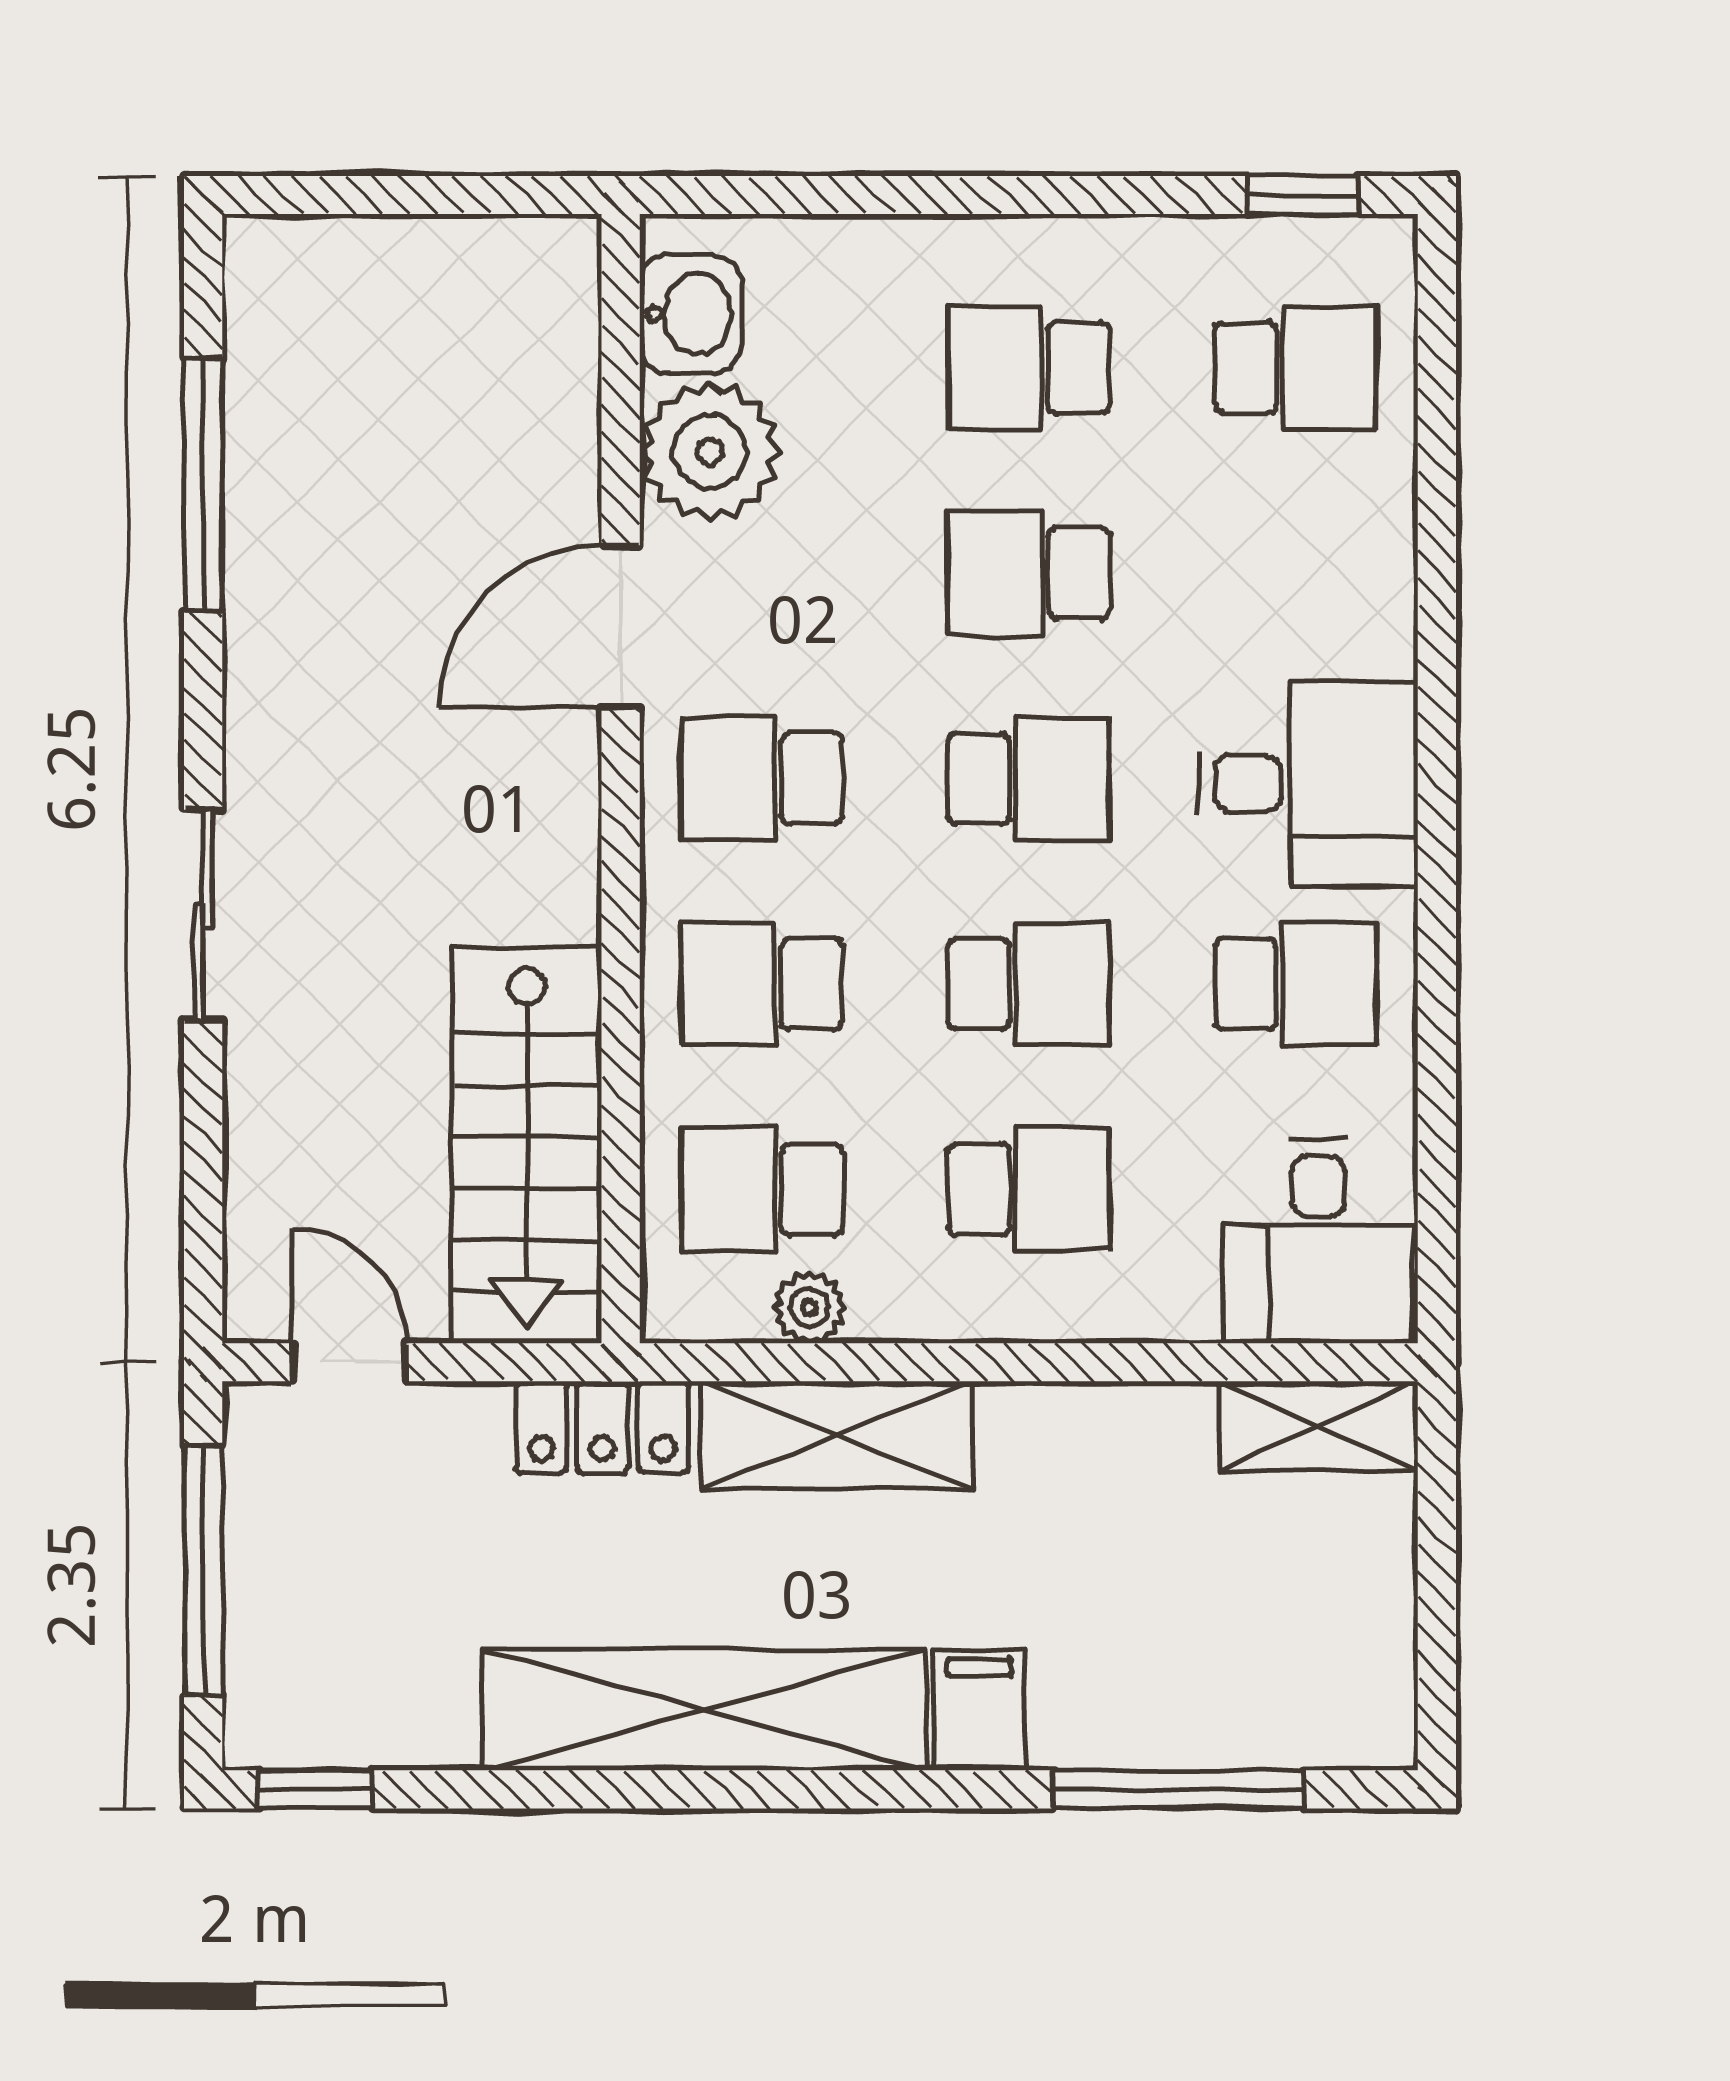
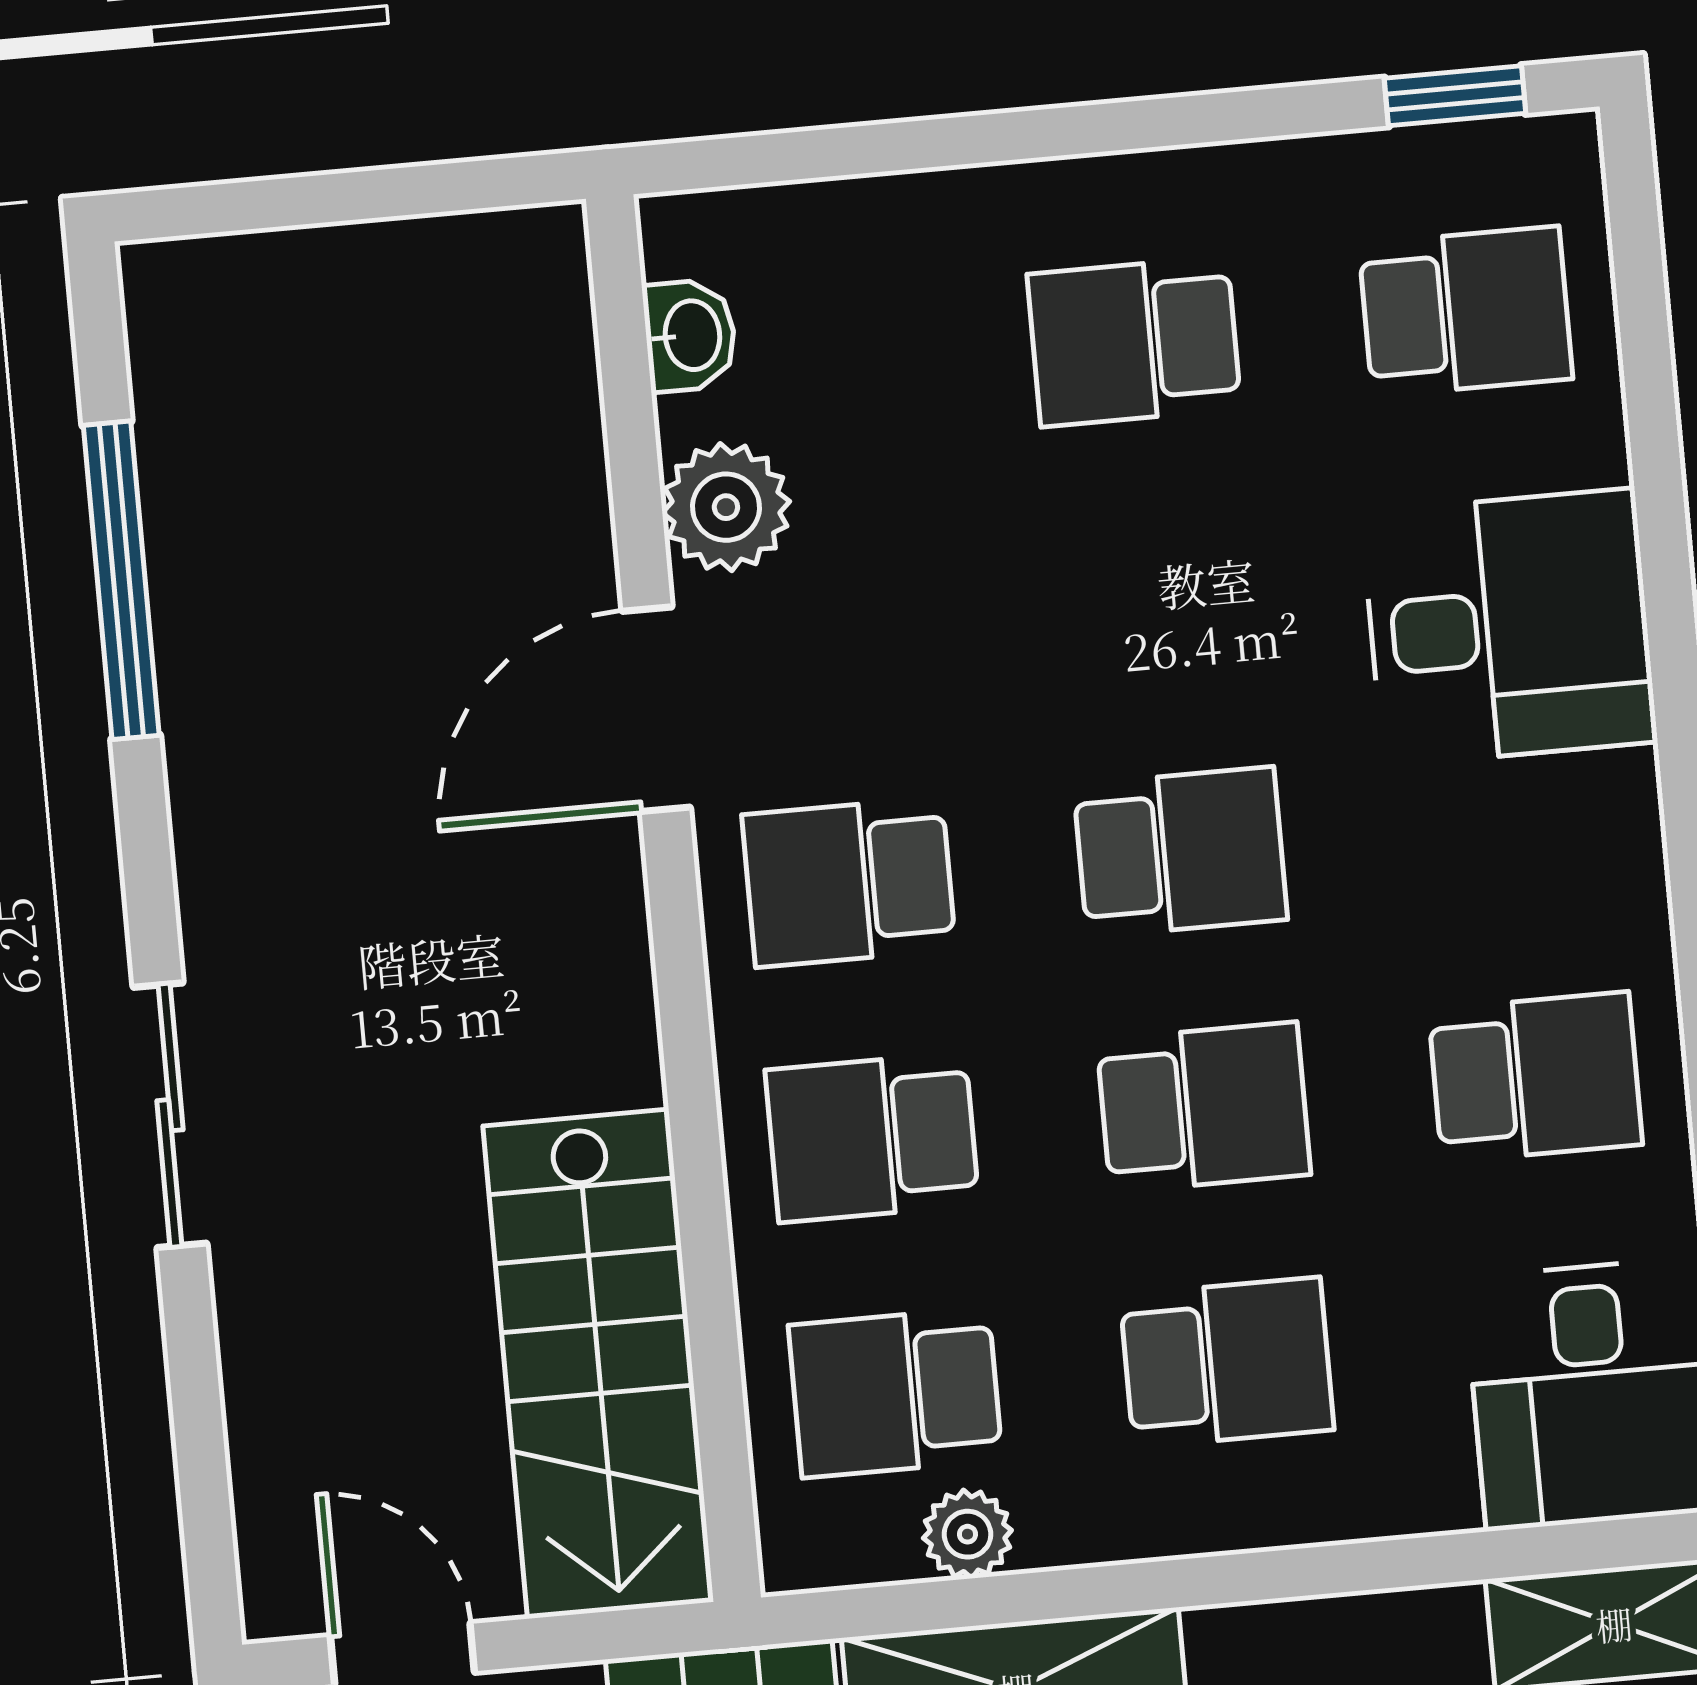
washbasin: (690, 314) -> (690, 335), width x0.72, depth x0.69
plant: (710, 452) -> (726, 507), width x0.73, depth x0.73
school desk: (1029, 573) -> (1157, 597), removed
desk: (1307, 783) -> (1509, 627), moved

